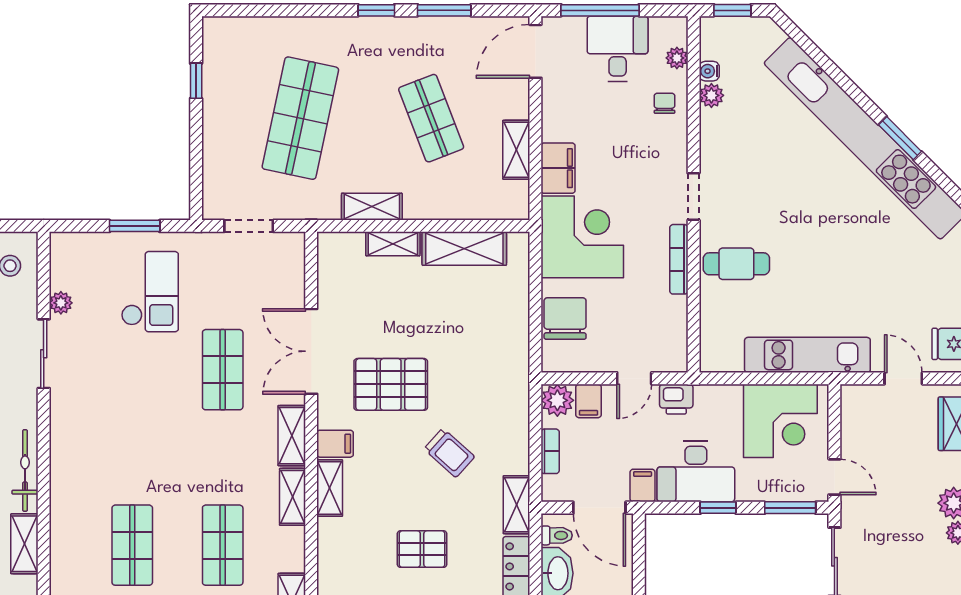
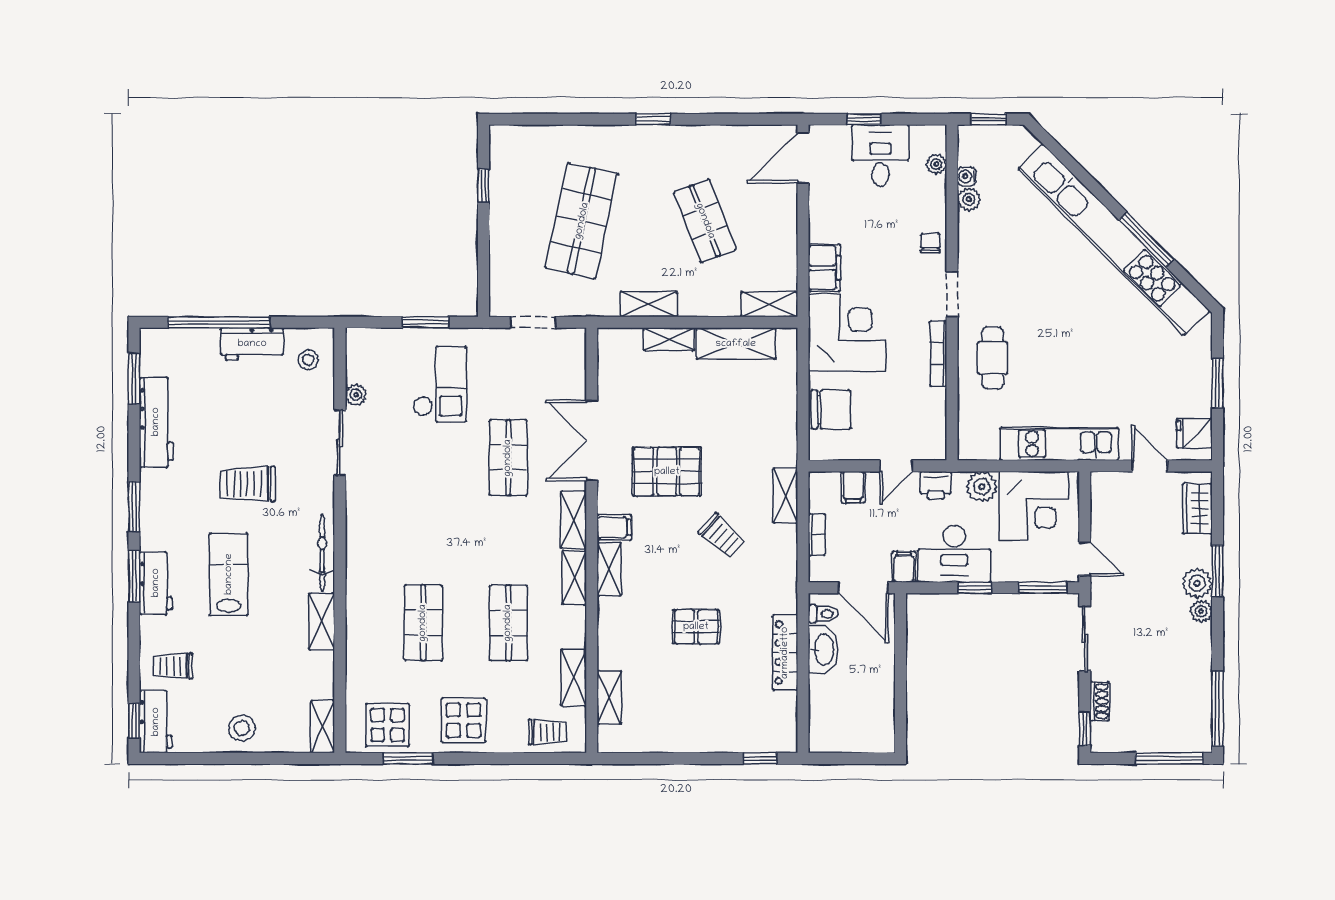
window: (444, 10) -> (717, 119), removed
window: (600, 10) -> (864, 119), width x0.46
chair: (665, 103) -> (930, 243), moved
window: (900, 138) -> (1147, 240), width x1.44
shelving: (516, 150) -> (769, 304), moved, turned 90
cafe table: (736, 264) -> (992, 358), turned 90
chair: (565, 318) -> (831, 409), turned 90
plant: (557, 400) -> (982, 487), moved
shelving: (517, 505) -> (785, 496), moved

